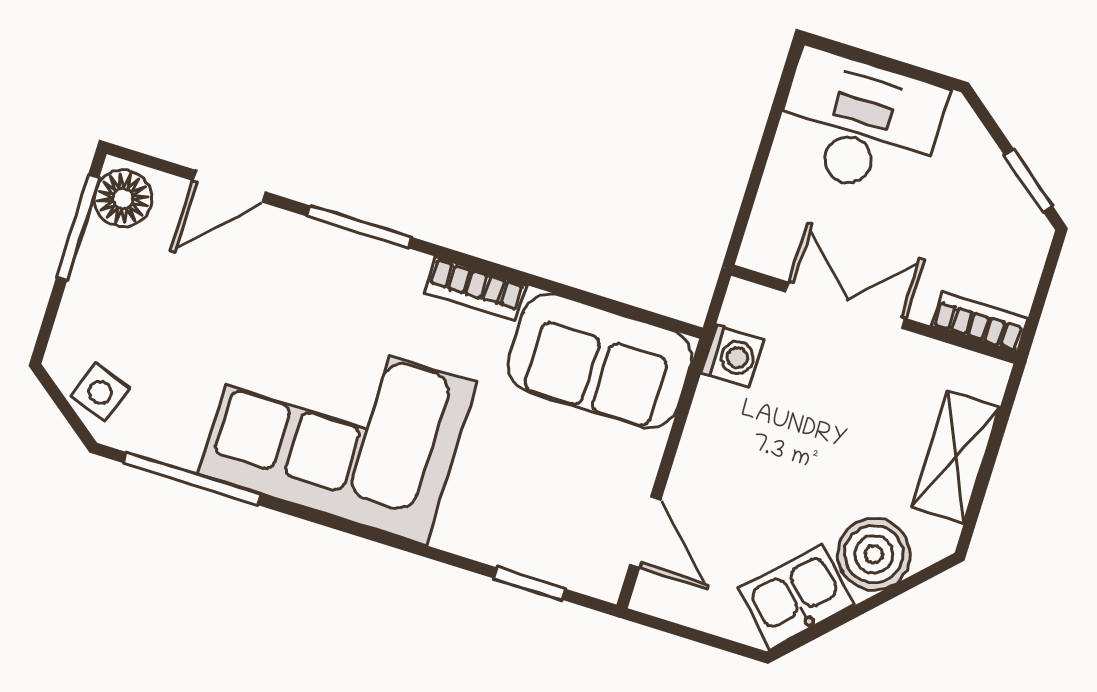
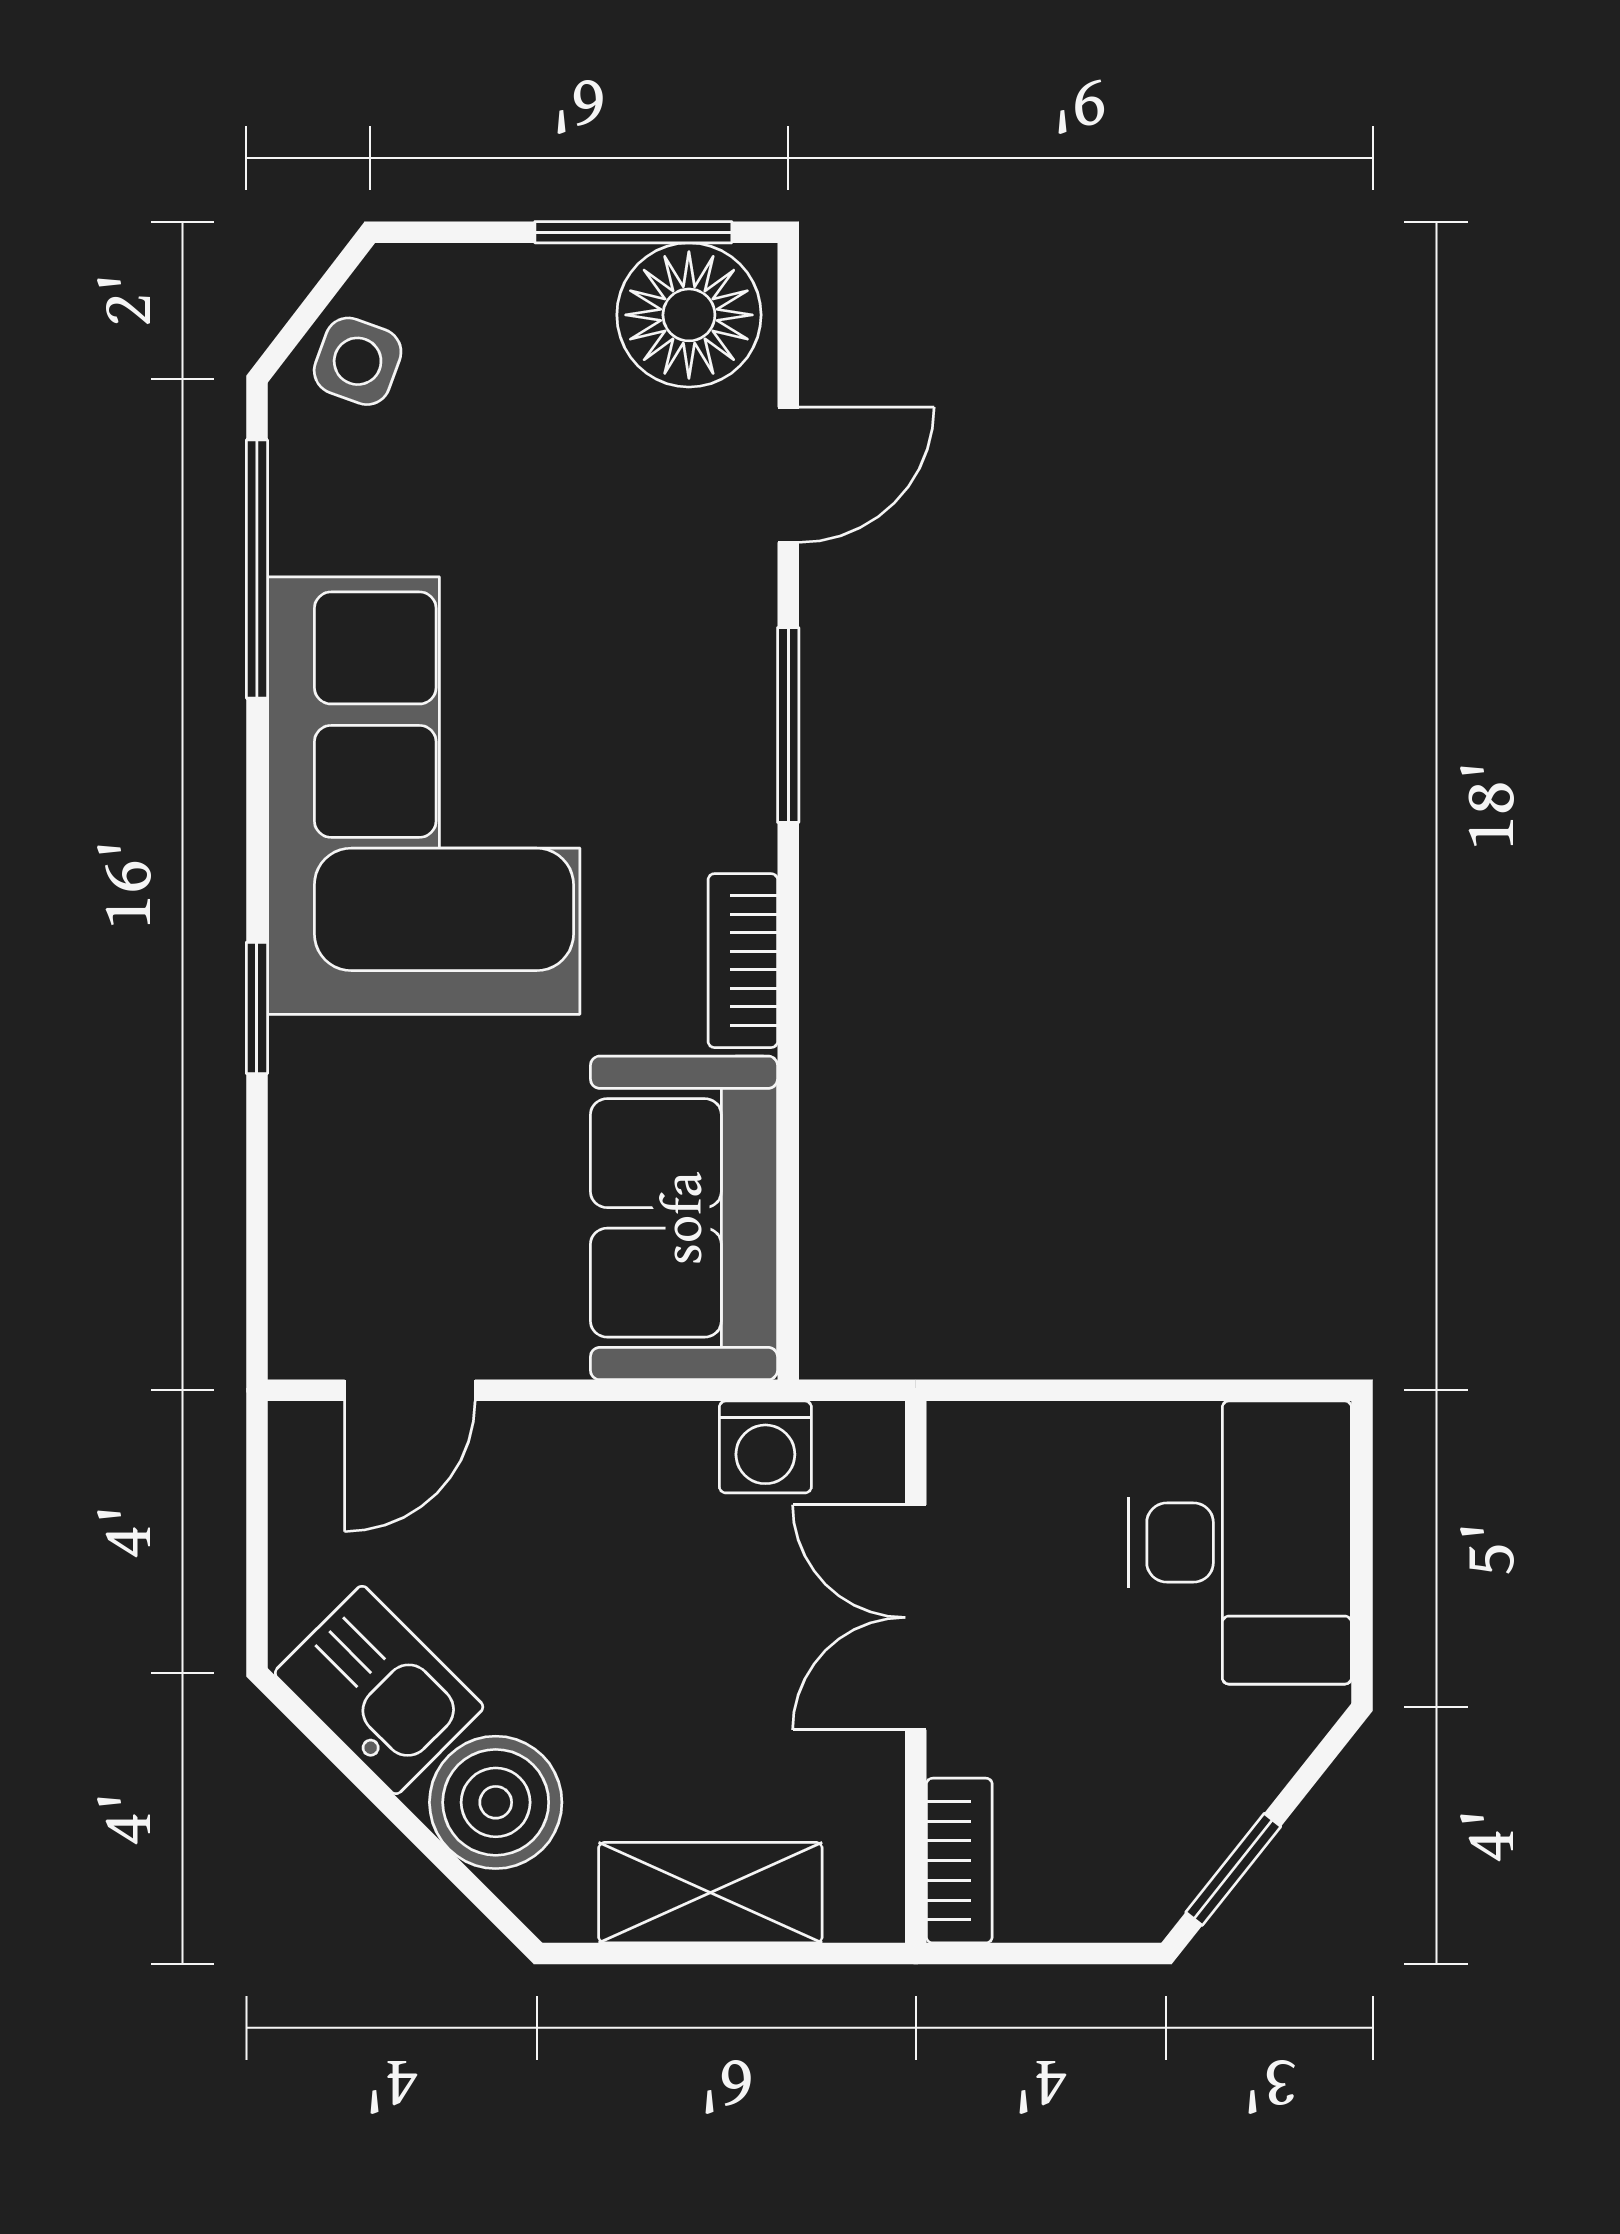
door: (229, 186) -> (788, 475), swing flipped
floor lamp: (123, 199) -> (689, 315), width x1.38, depth x1.38
double door: (846, 305) -> (916, 1617), swing flipped
window: (529, 584) -> (257, 1008), moved

